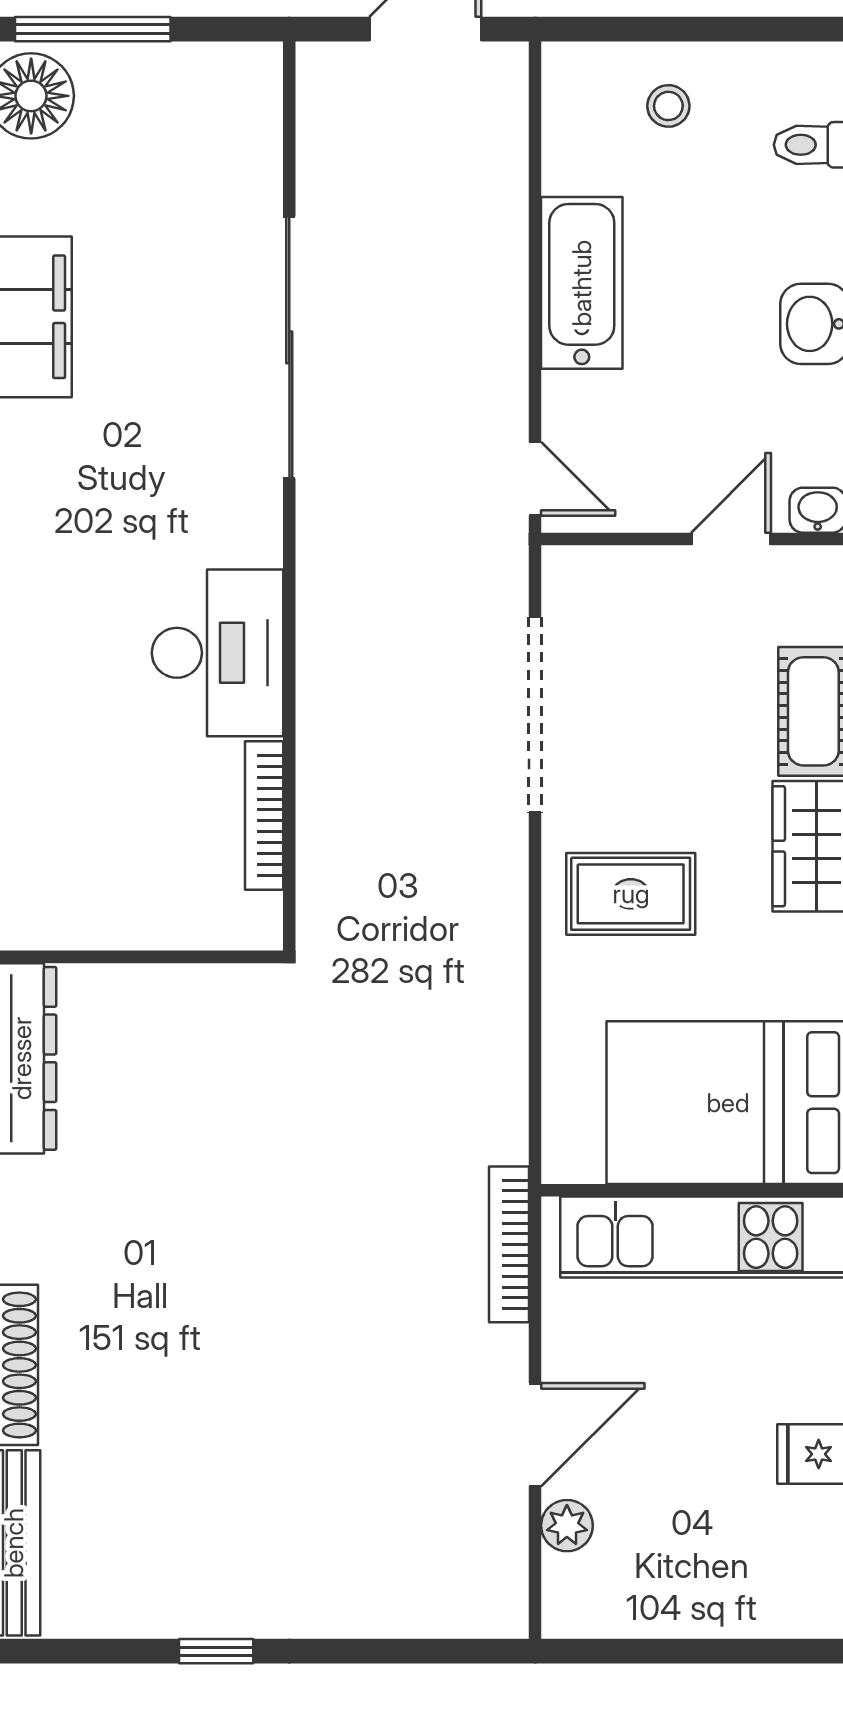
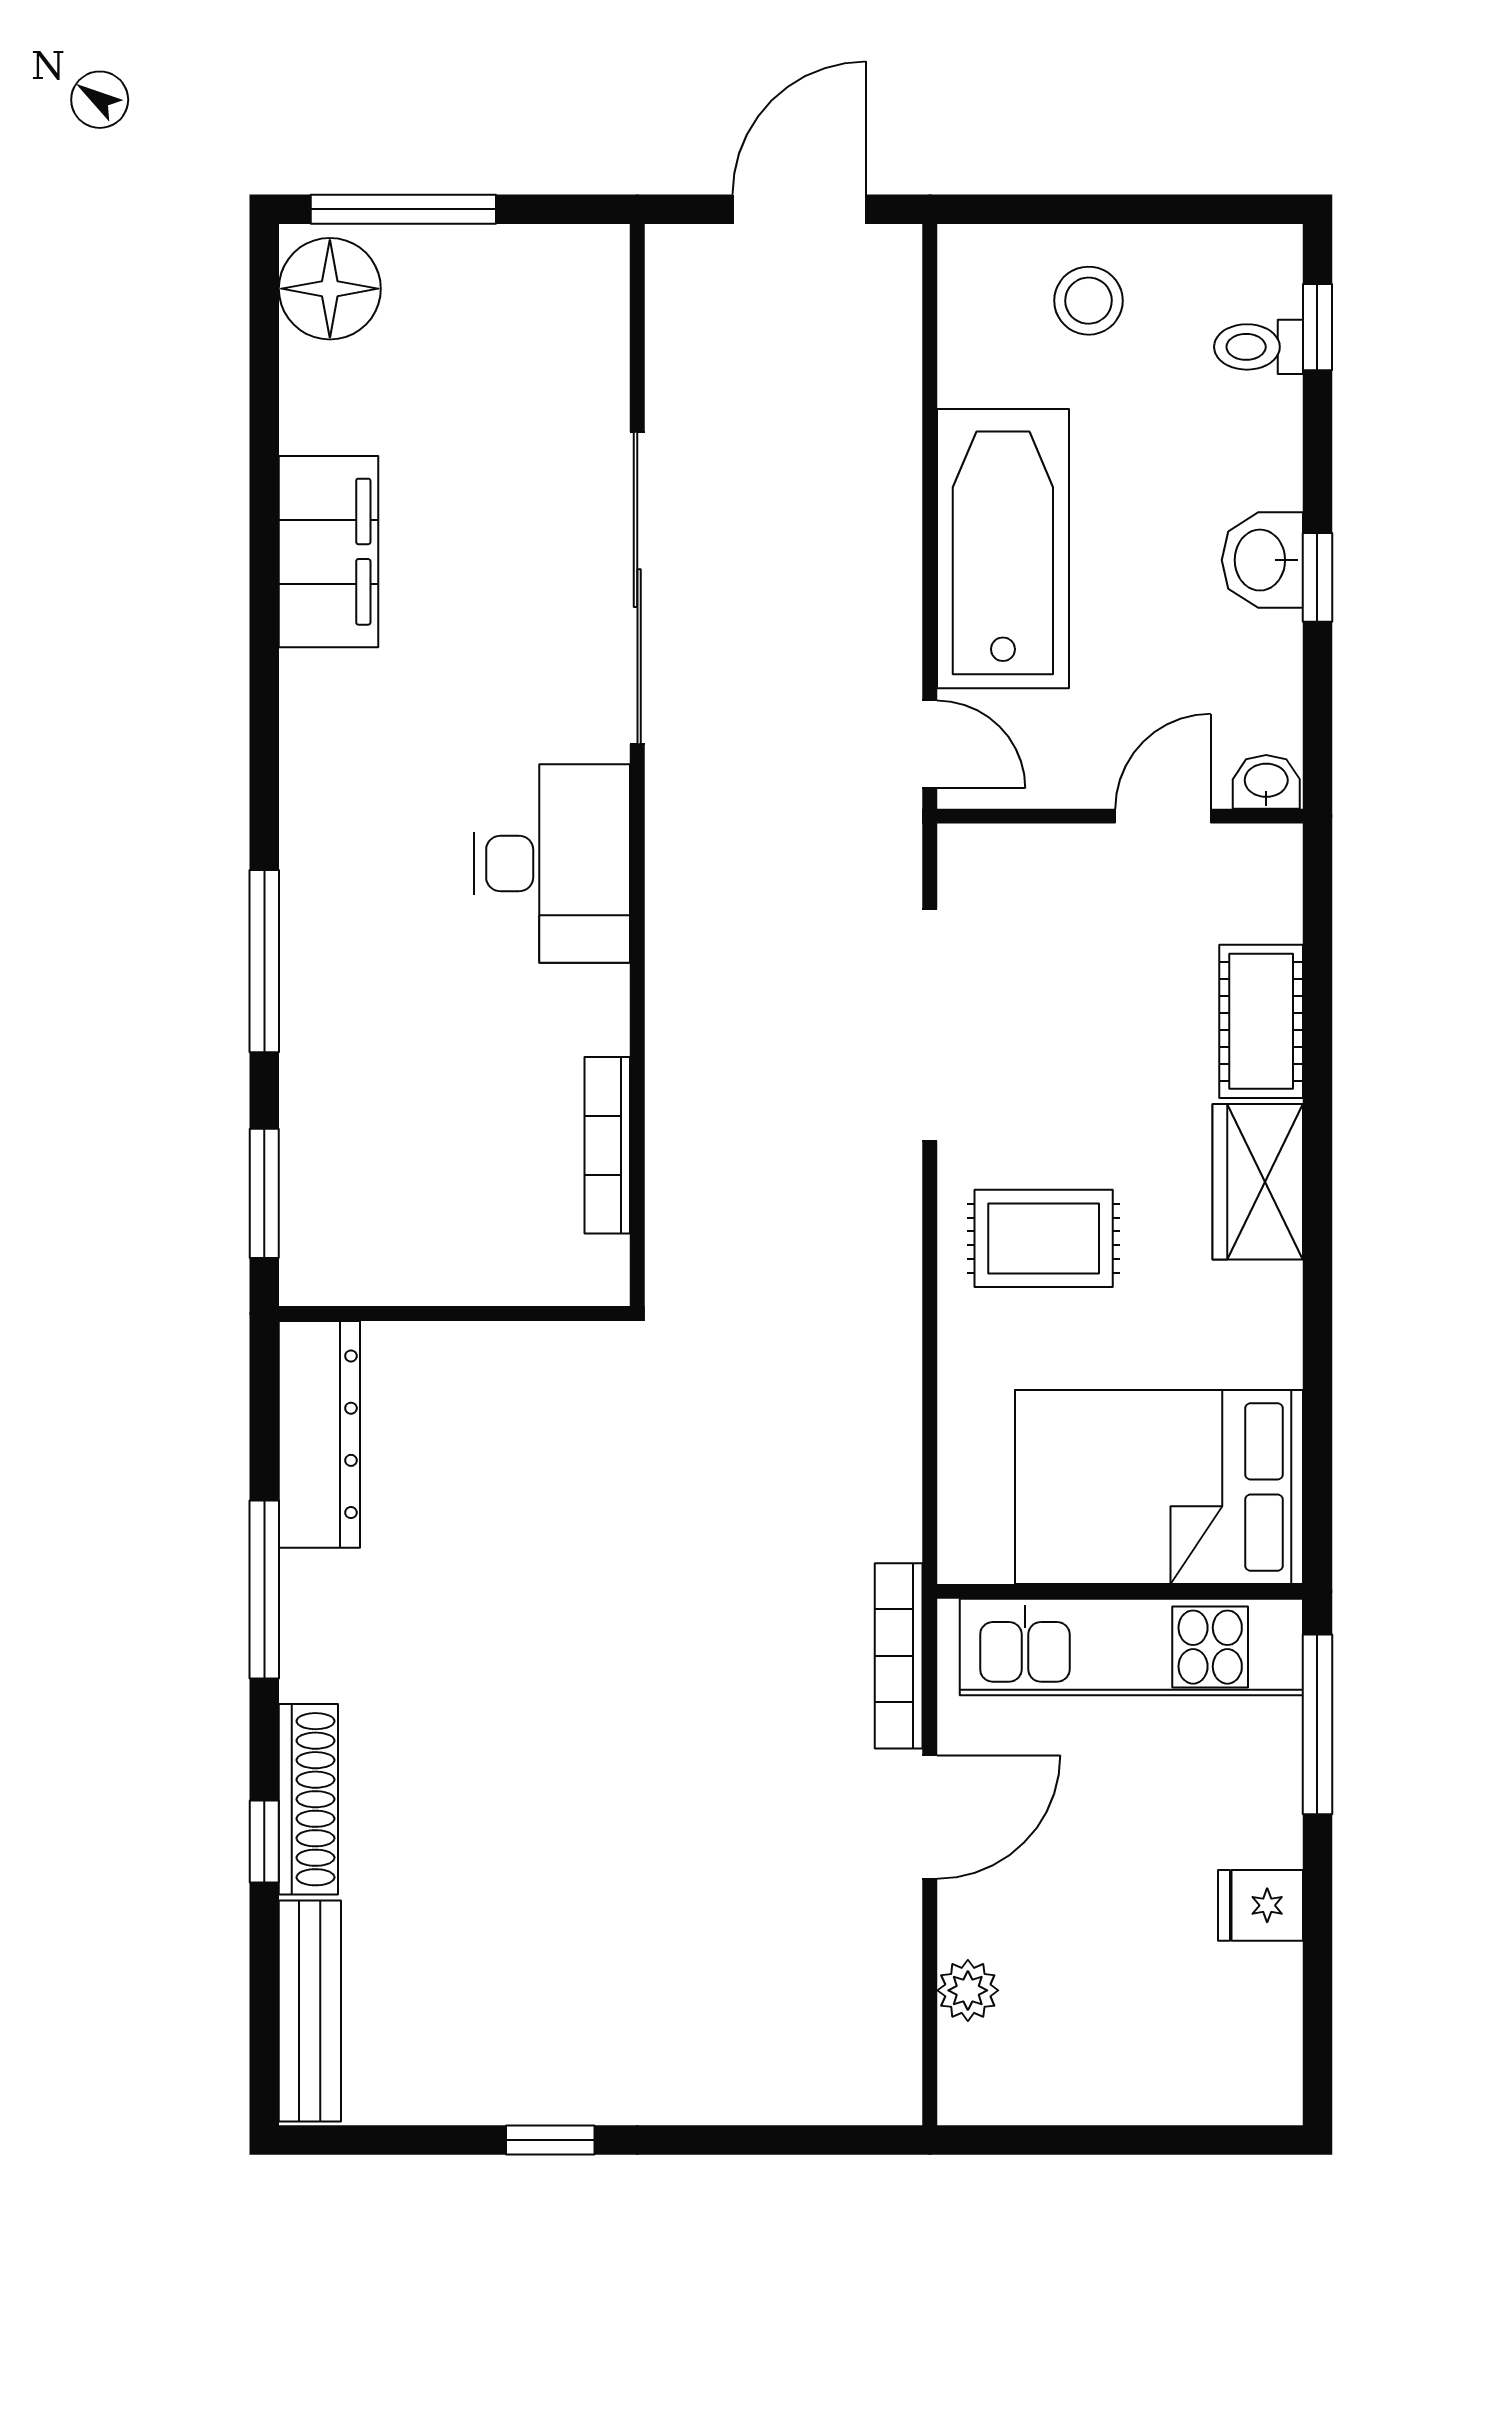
stool: (668, 106) -> (1088, 301), width x1.37, depth x1.37
bathtub: (582, 283) -> (1003, 549), width x1.36, depth x1.36
desk: (218, 653) -> (552, 864), moved
door: (535, 1435) -> (930, 1817), moved

